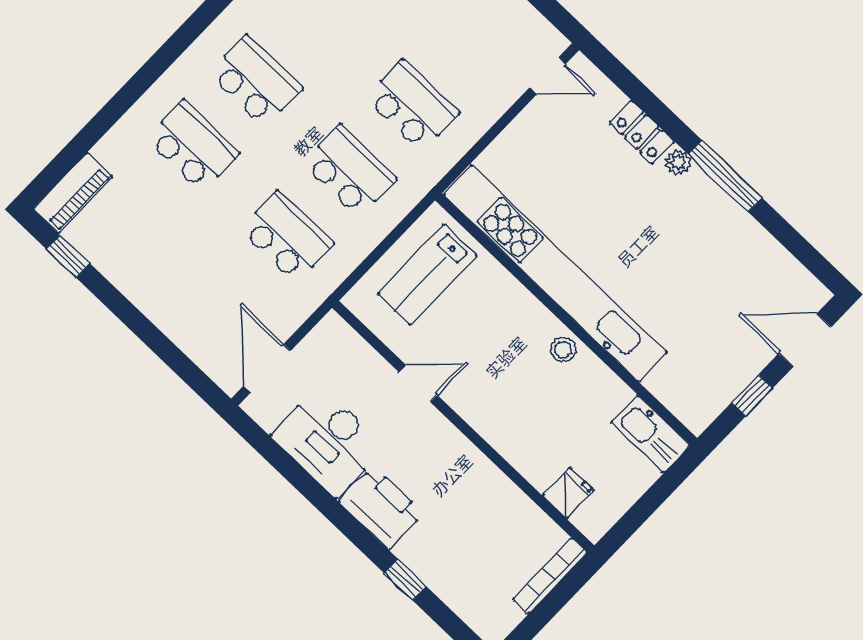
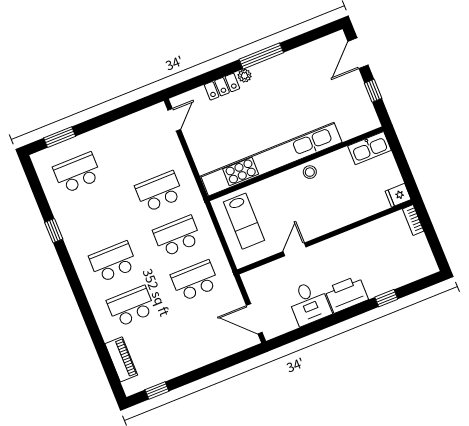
piano: (73, 193) -> (121, 359), moved
desk: (328, 441) -> (309, 303), width x0.73
fridge: (568, 493) -> (398, 195), moved, turned -90
bookcase: (550, 576) -> (413, 220), width x0.64

